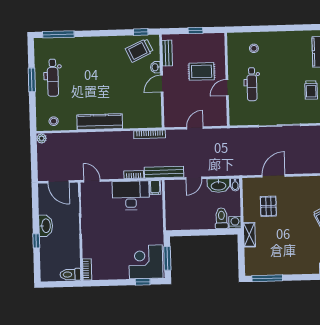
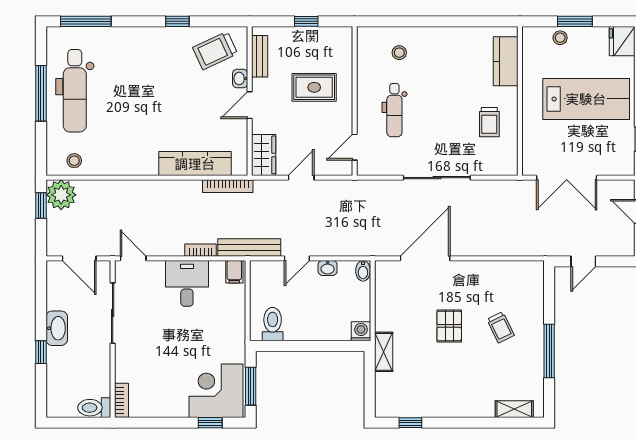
window: (141, 32) -> (177, 21), moved
dental chair: (53, 78) -> (75, 91), width x1.36, depth x1.38
window: (32, 80) -> (41, 93), width x1.44
door: (227, 88) -> (355, 147), moved
wardrobe: (171, 114) -> (264, 155), added
kitchen counter: (100, 122) -> (195, 164), moved
plant: (42, 138) -> (61, 195), width x1.88, depth x1.88
window: (34, 150) -> (41, 206), added
door: (274, 176) -> (425, 258), width x1.36
washbasin: (218, 185) -> (328, 268), width x0.52, depth x0.69
desk: (131, 195) -> (187, 283), width x0.73
pallet: (268, 206) -> (449, 326), moved
toilet: (221, 218) -> (273, 324), moved
window: (267, 278) -> (410, 423), width x0.46

